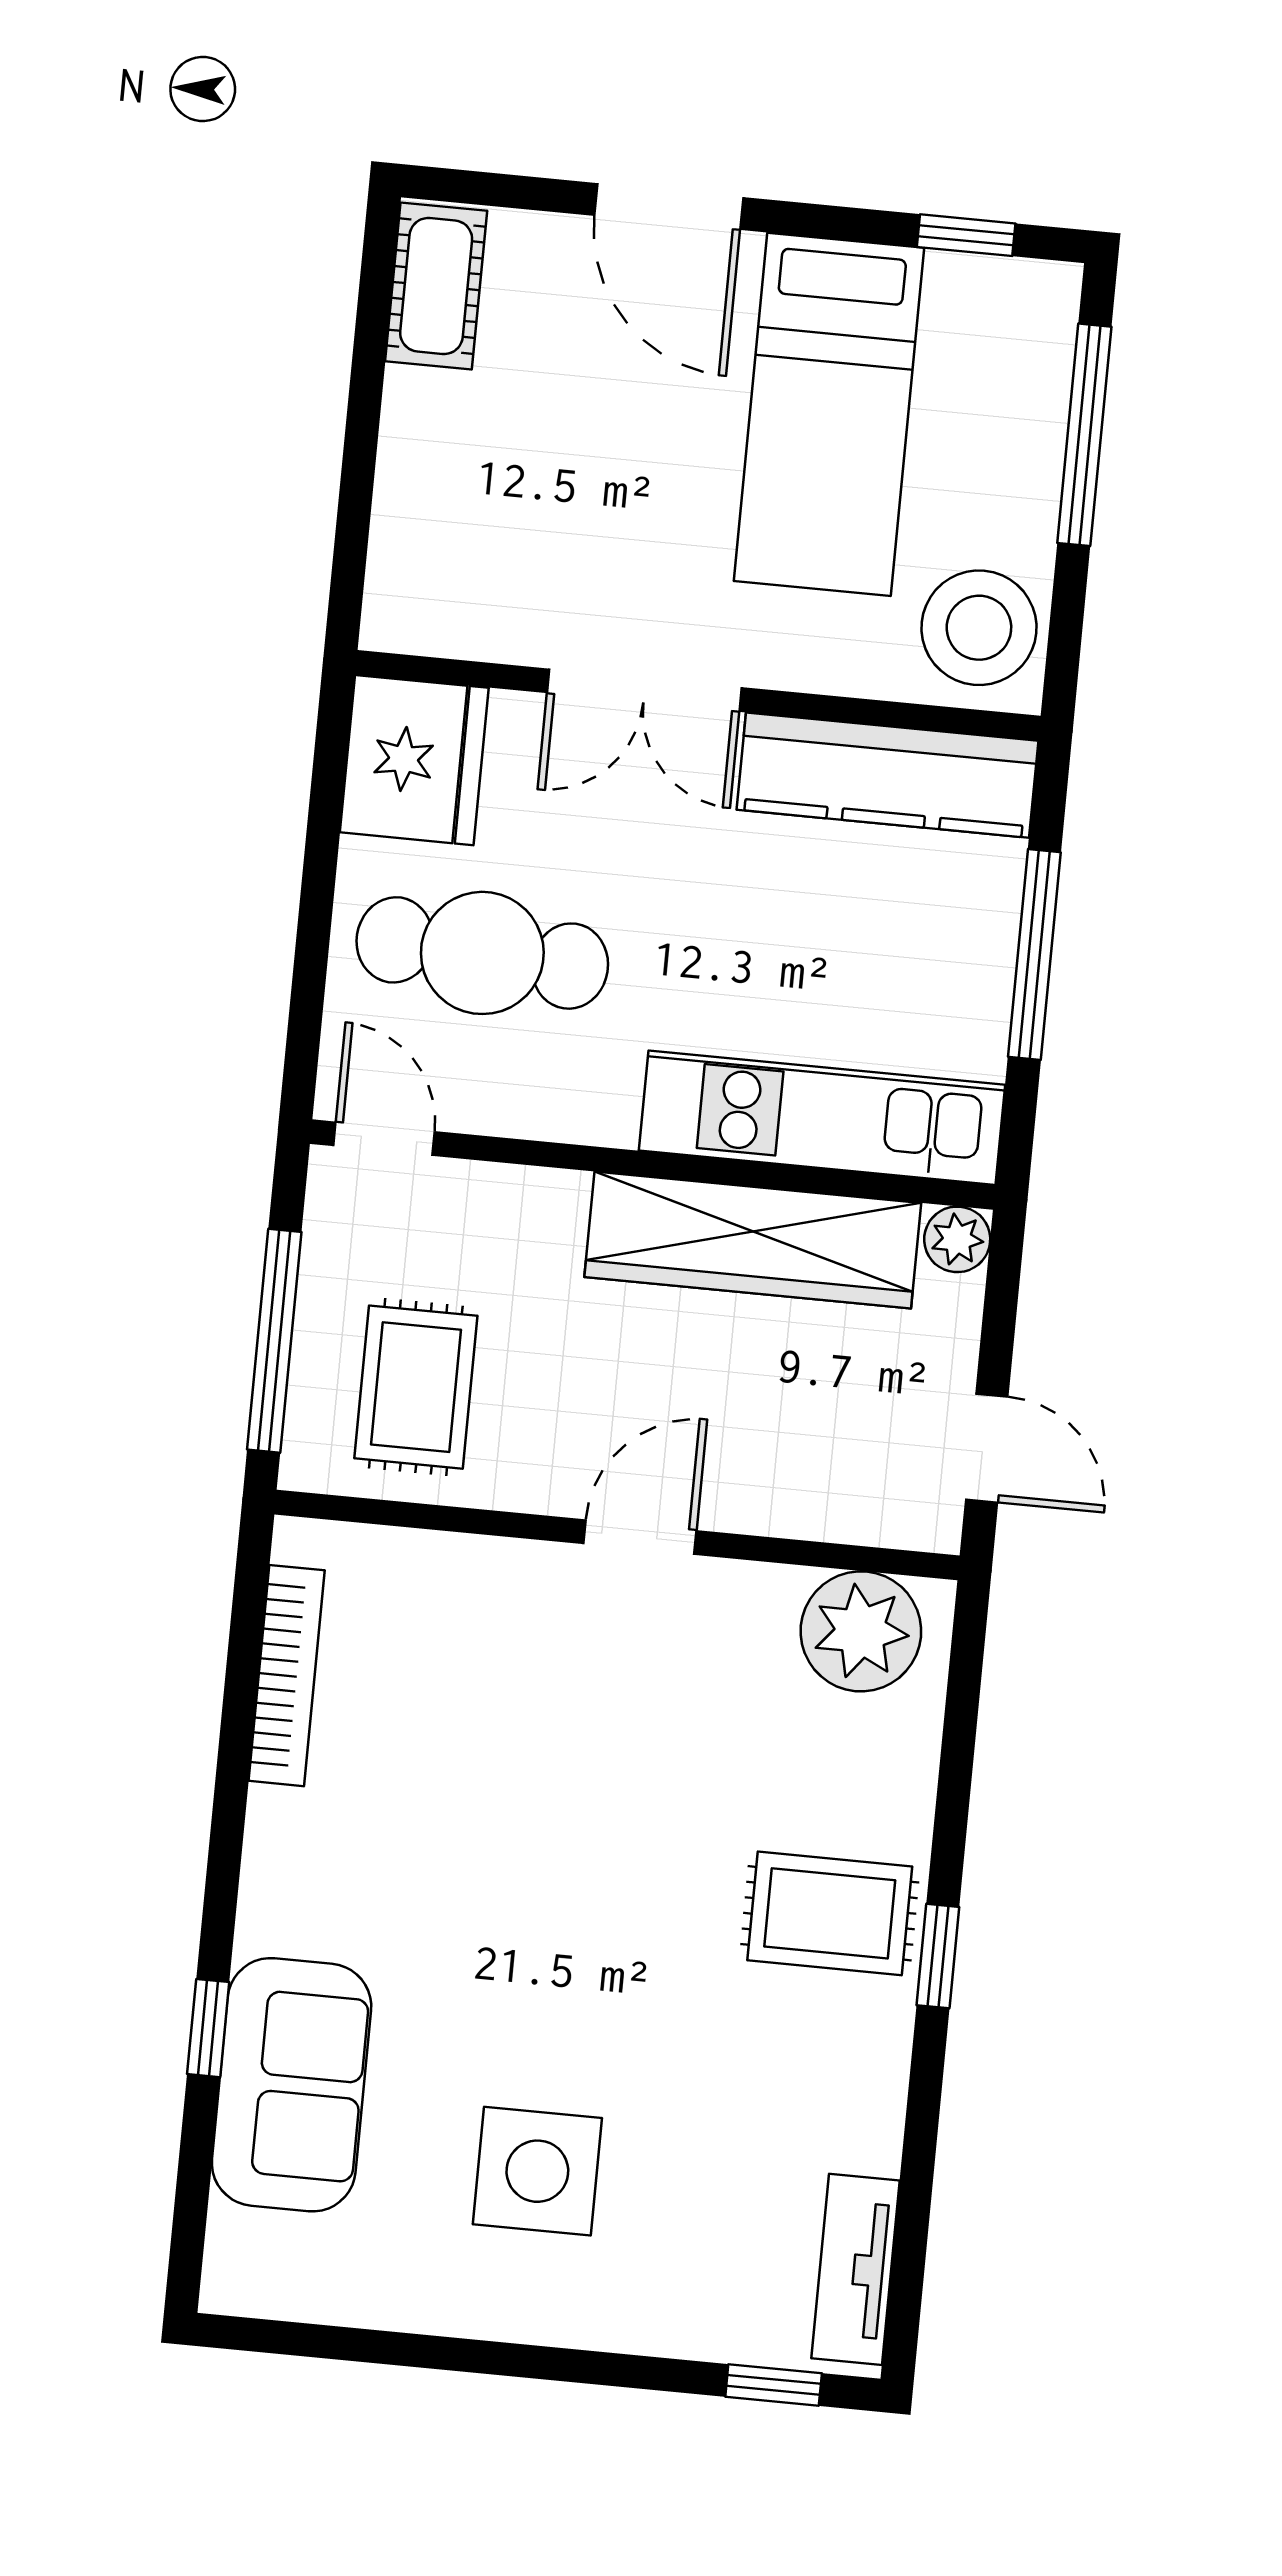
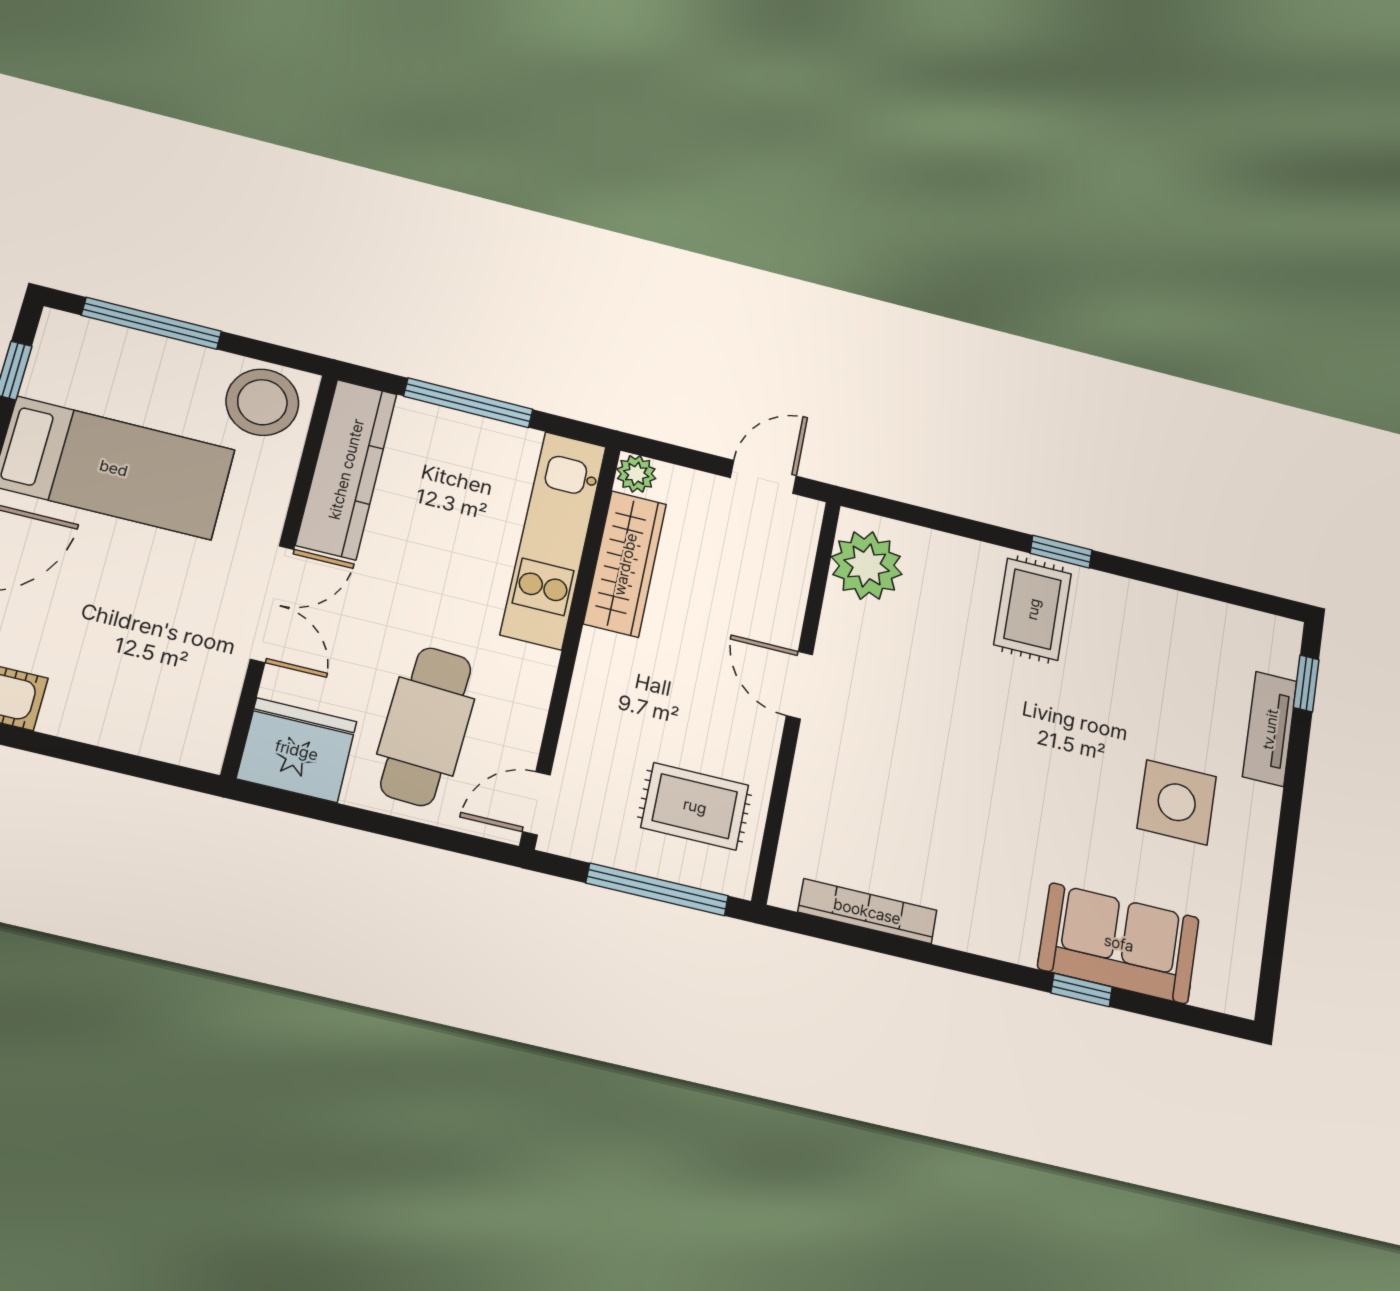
wardrobe: (753, 1240) -> (625, 564), width x0.71, depth x0.85
tv unit: (855, 2269) -> (1270, 729), moved, turned 90

